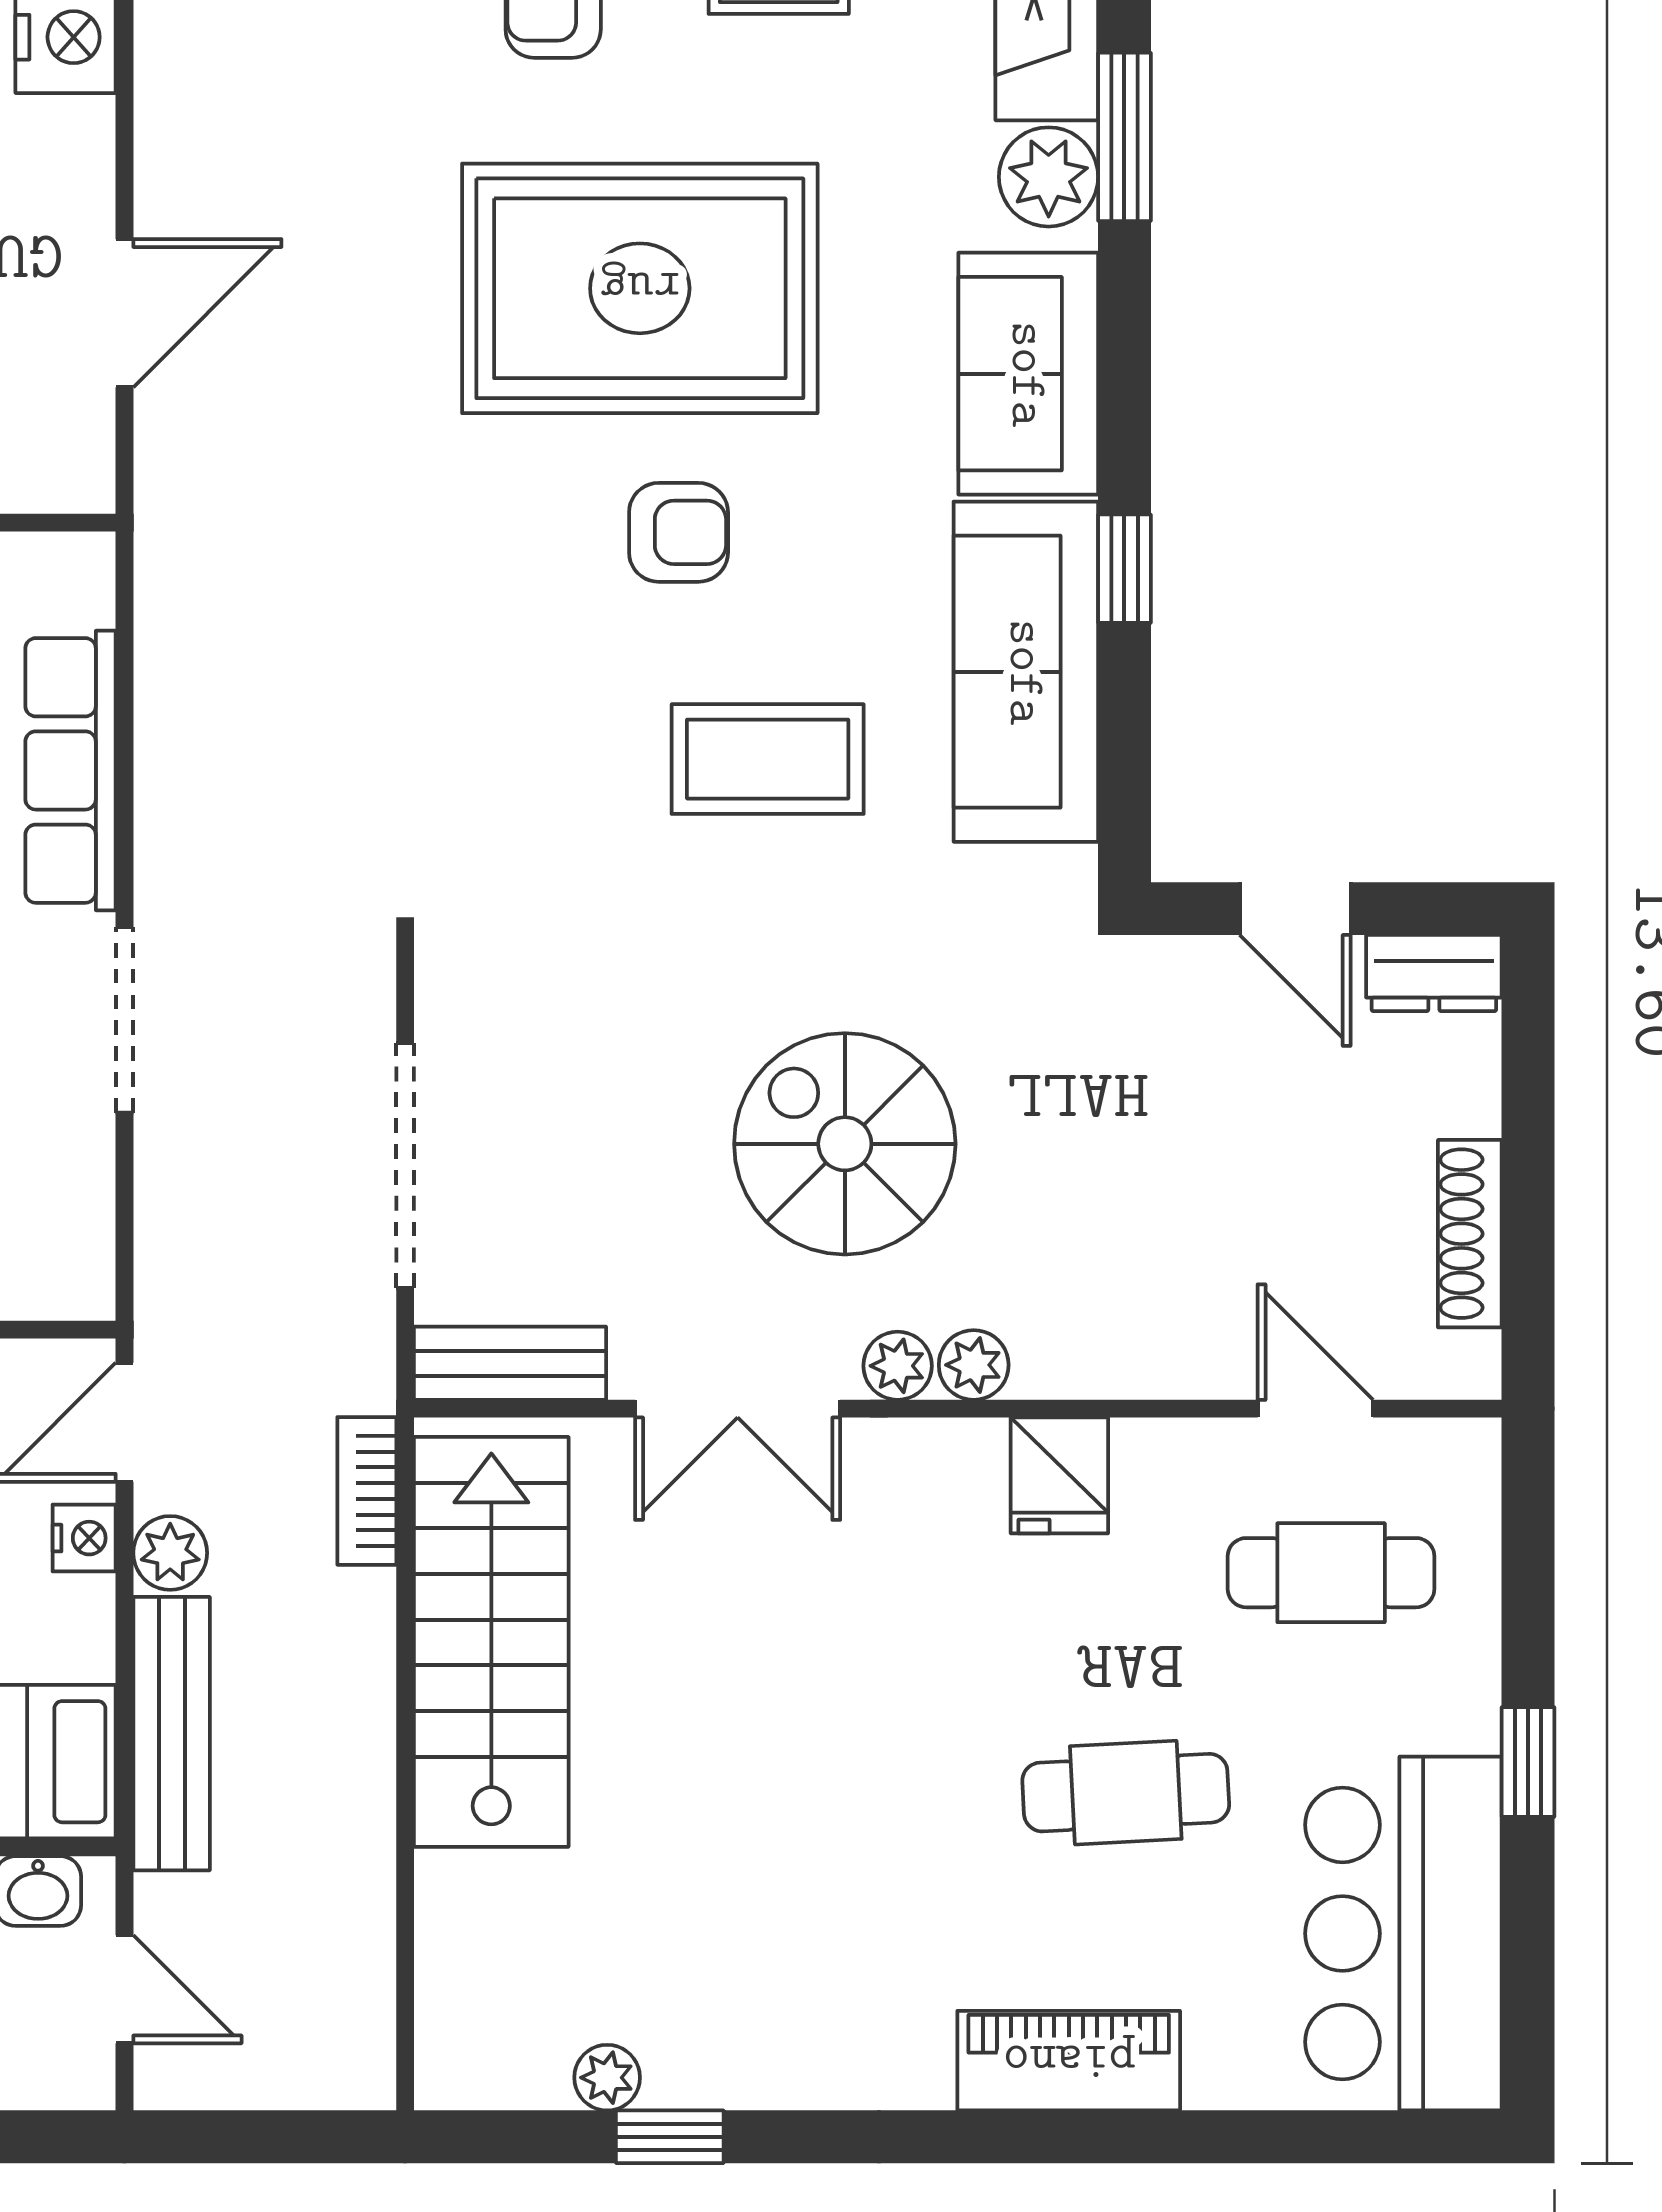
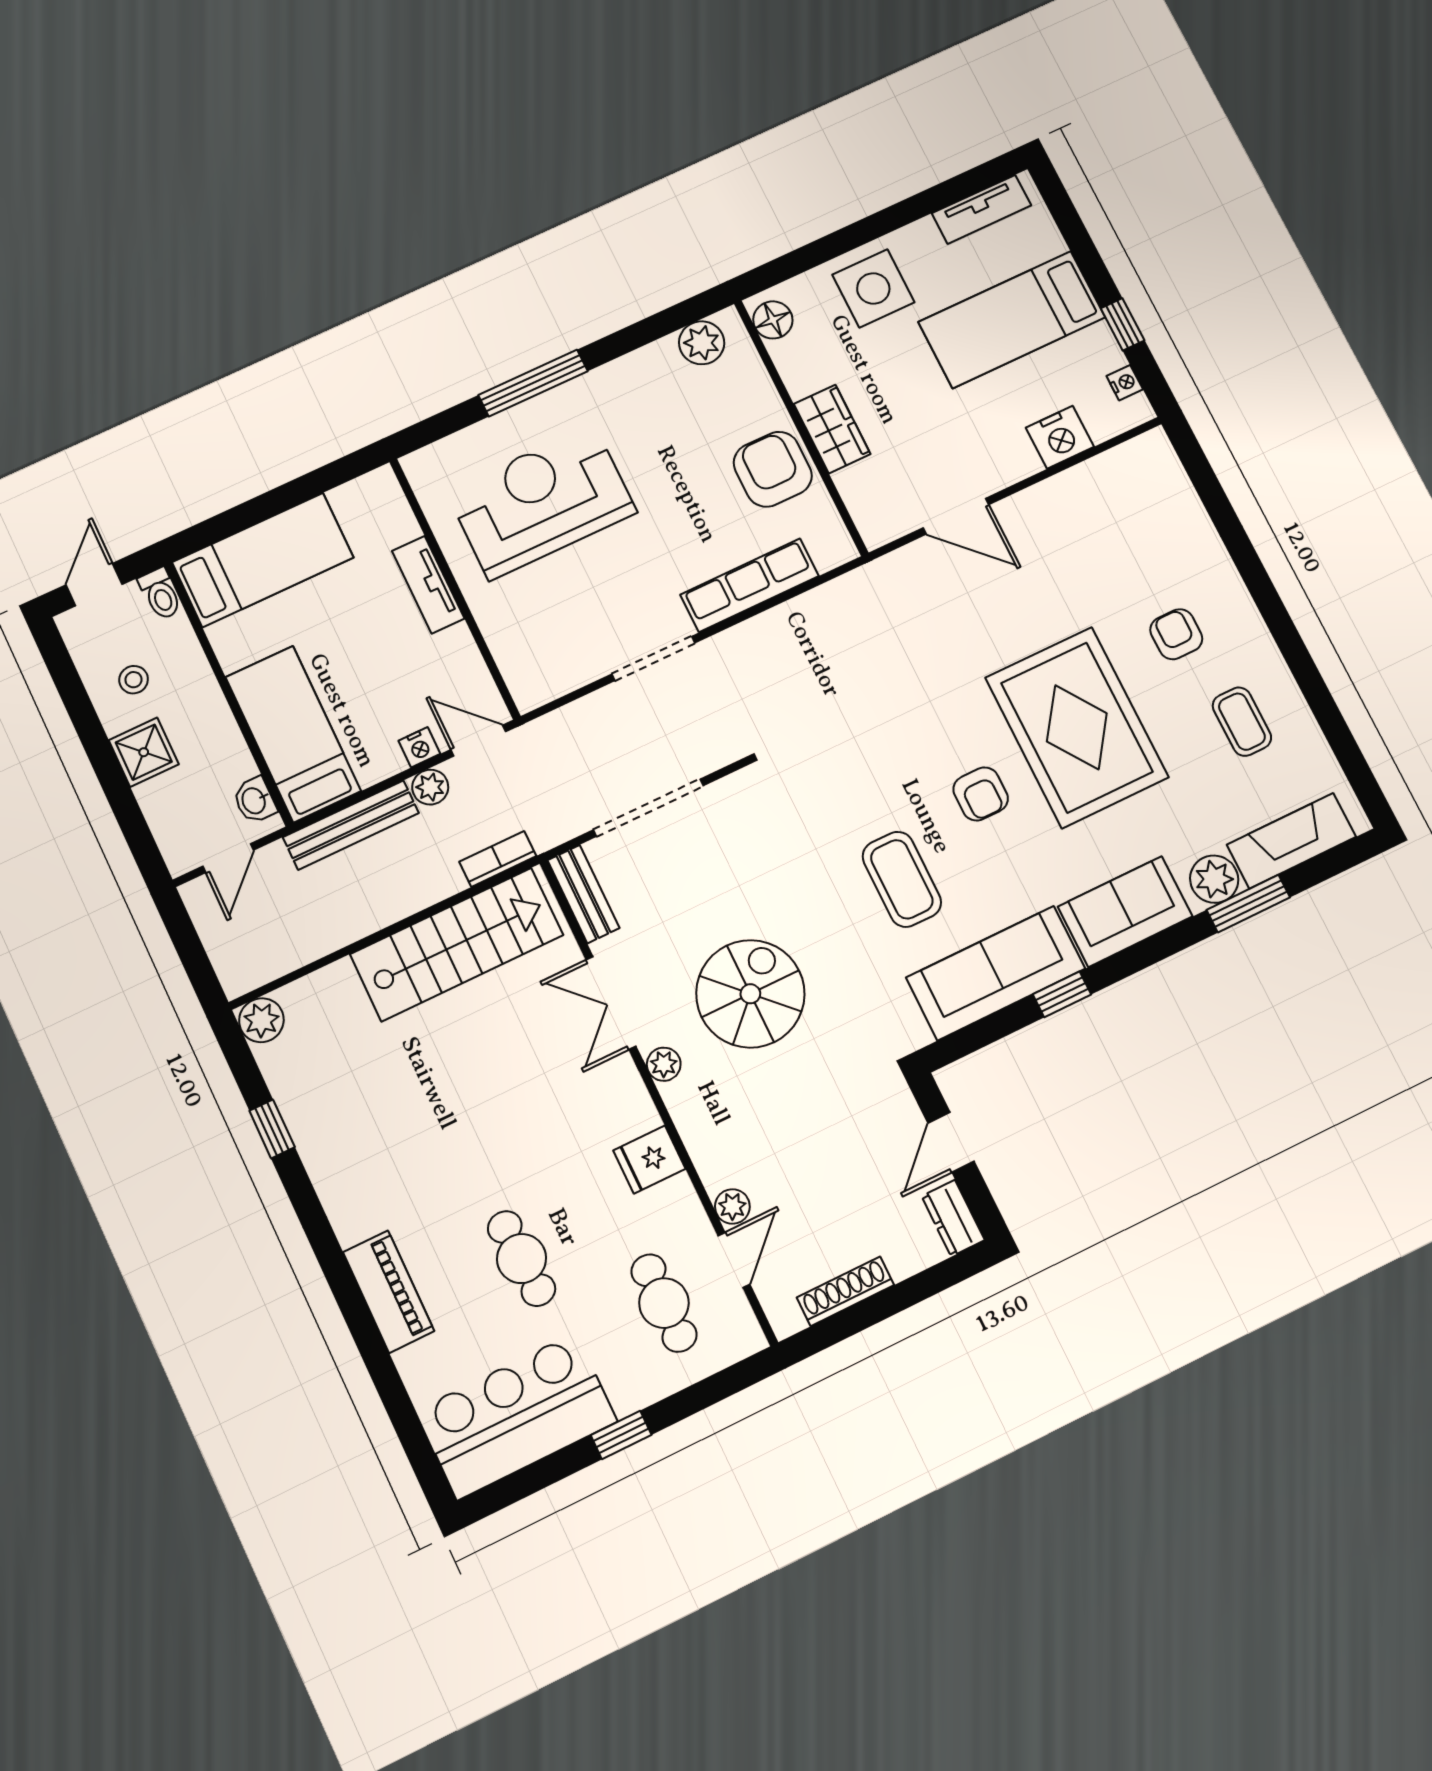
plant: (974, 1365) -> (732, 1206), moved
plant: (607, 2078) -> (261, 1020), moved, width x1.38, depth x1.38

